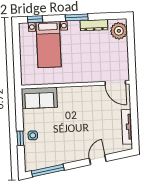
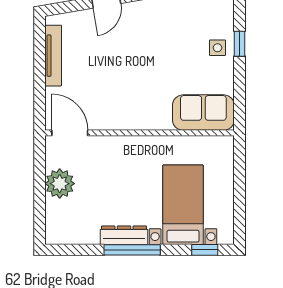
window: (77, 17) -> (132, 250), width x1.44
dresser: (94, 25) -> (124, 235), moved
plant: (119, 31) -> (60, 184), moved

